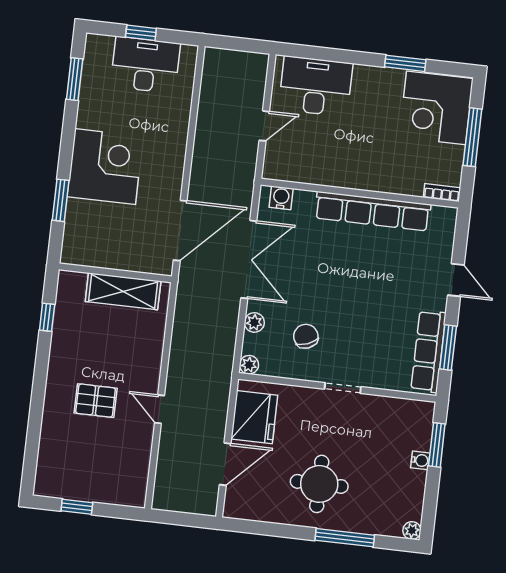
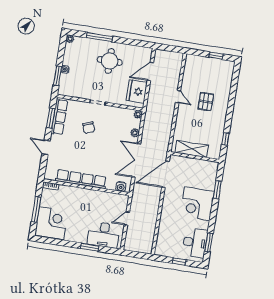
window: (405, 63) -> (90, 247), moved
desk: (145, 65) -> (195, 243), moved, turned -90
chair: (306, 336) -> (89, 128), moved
pallet: (96, 401) -> (206, 102), turned 90

